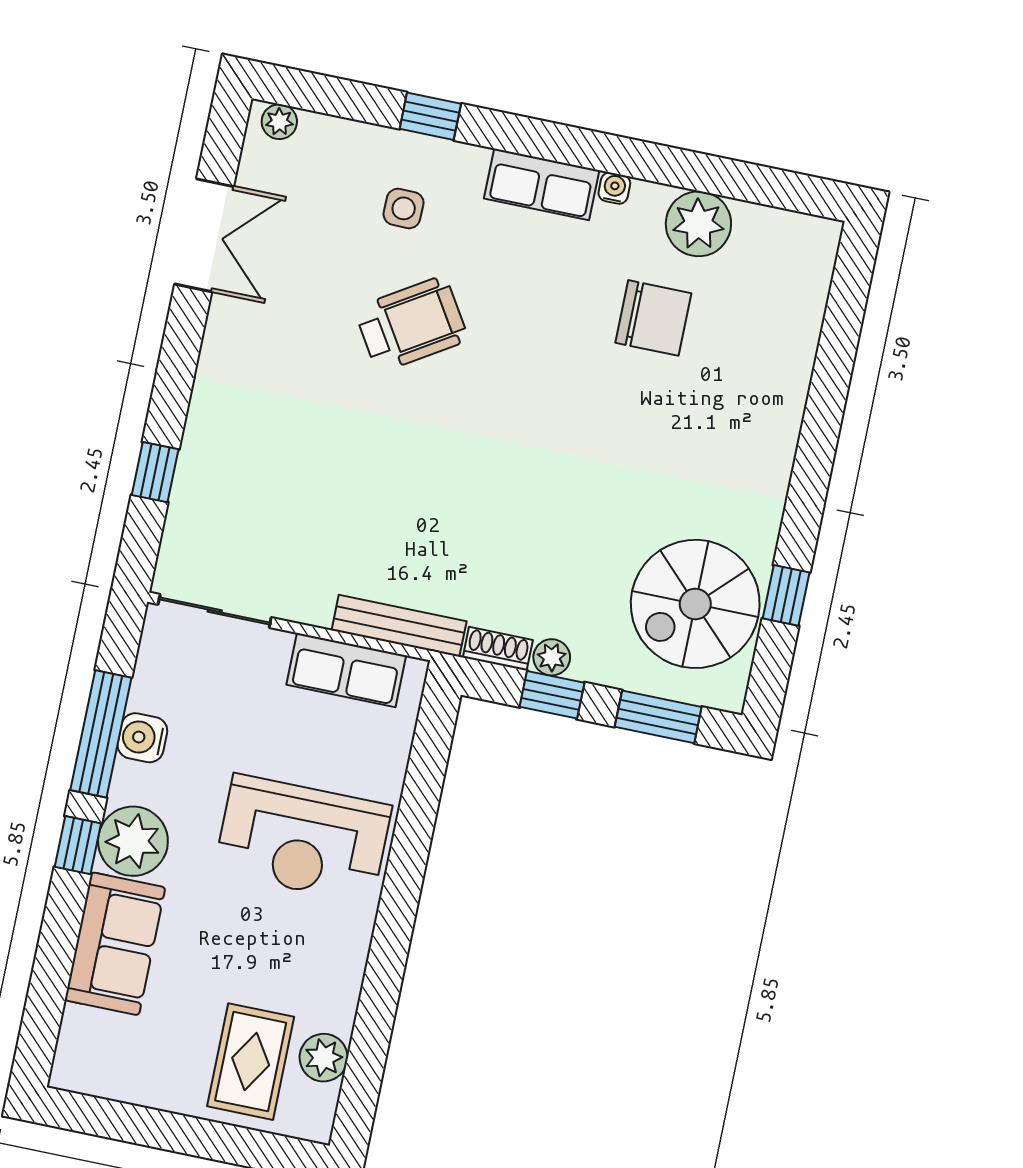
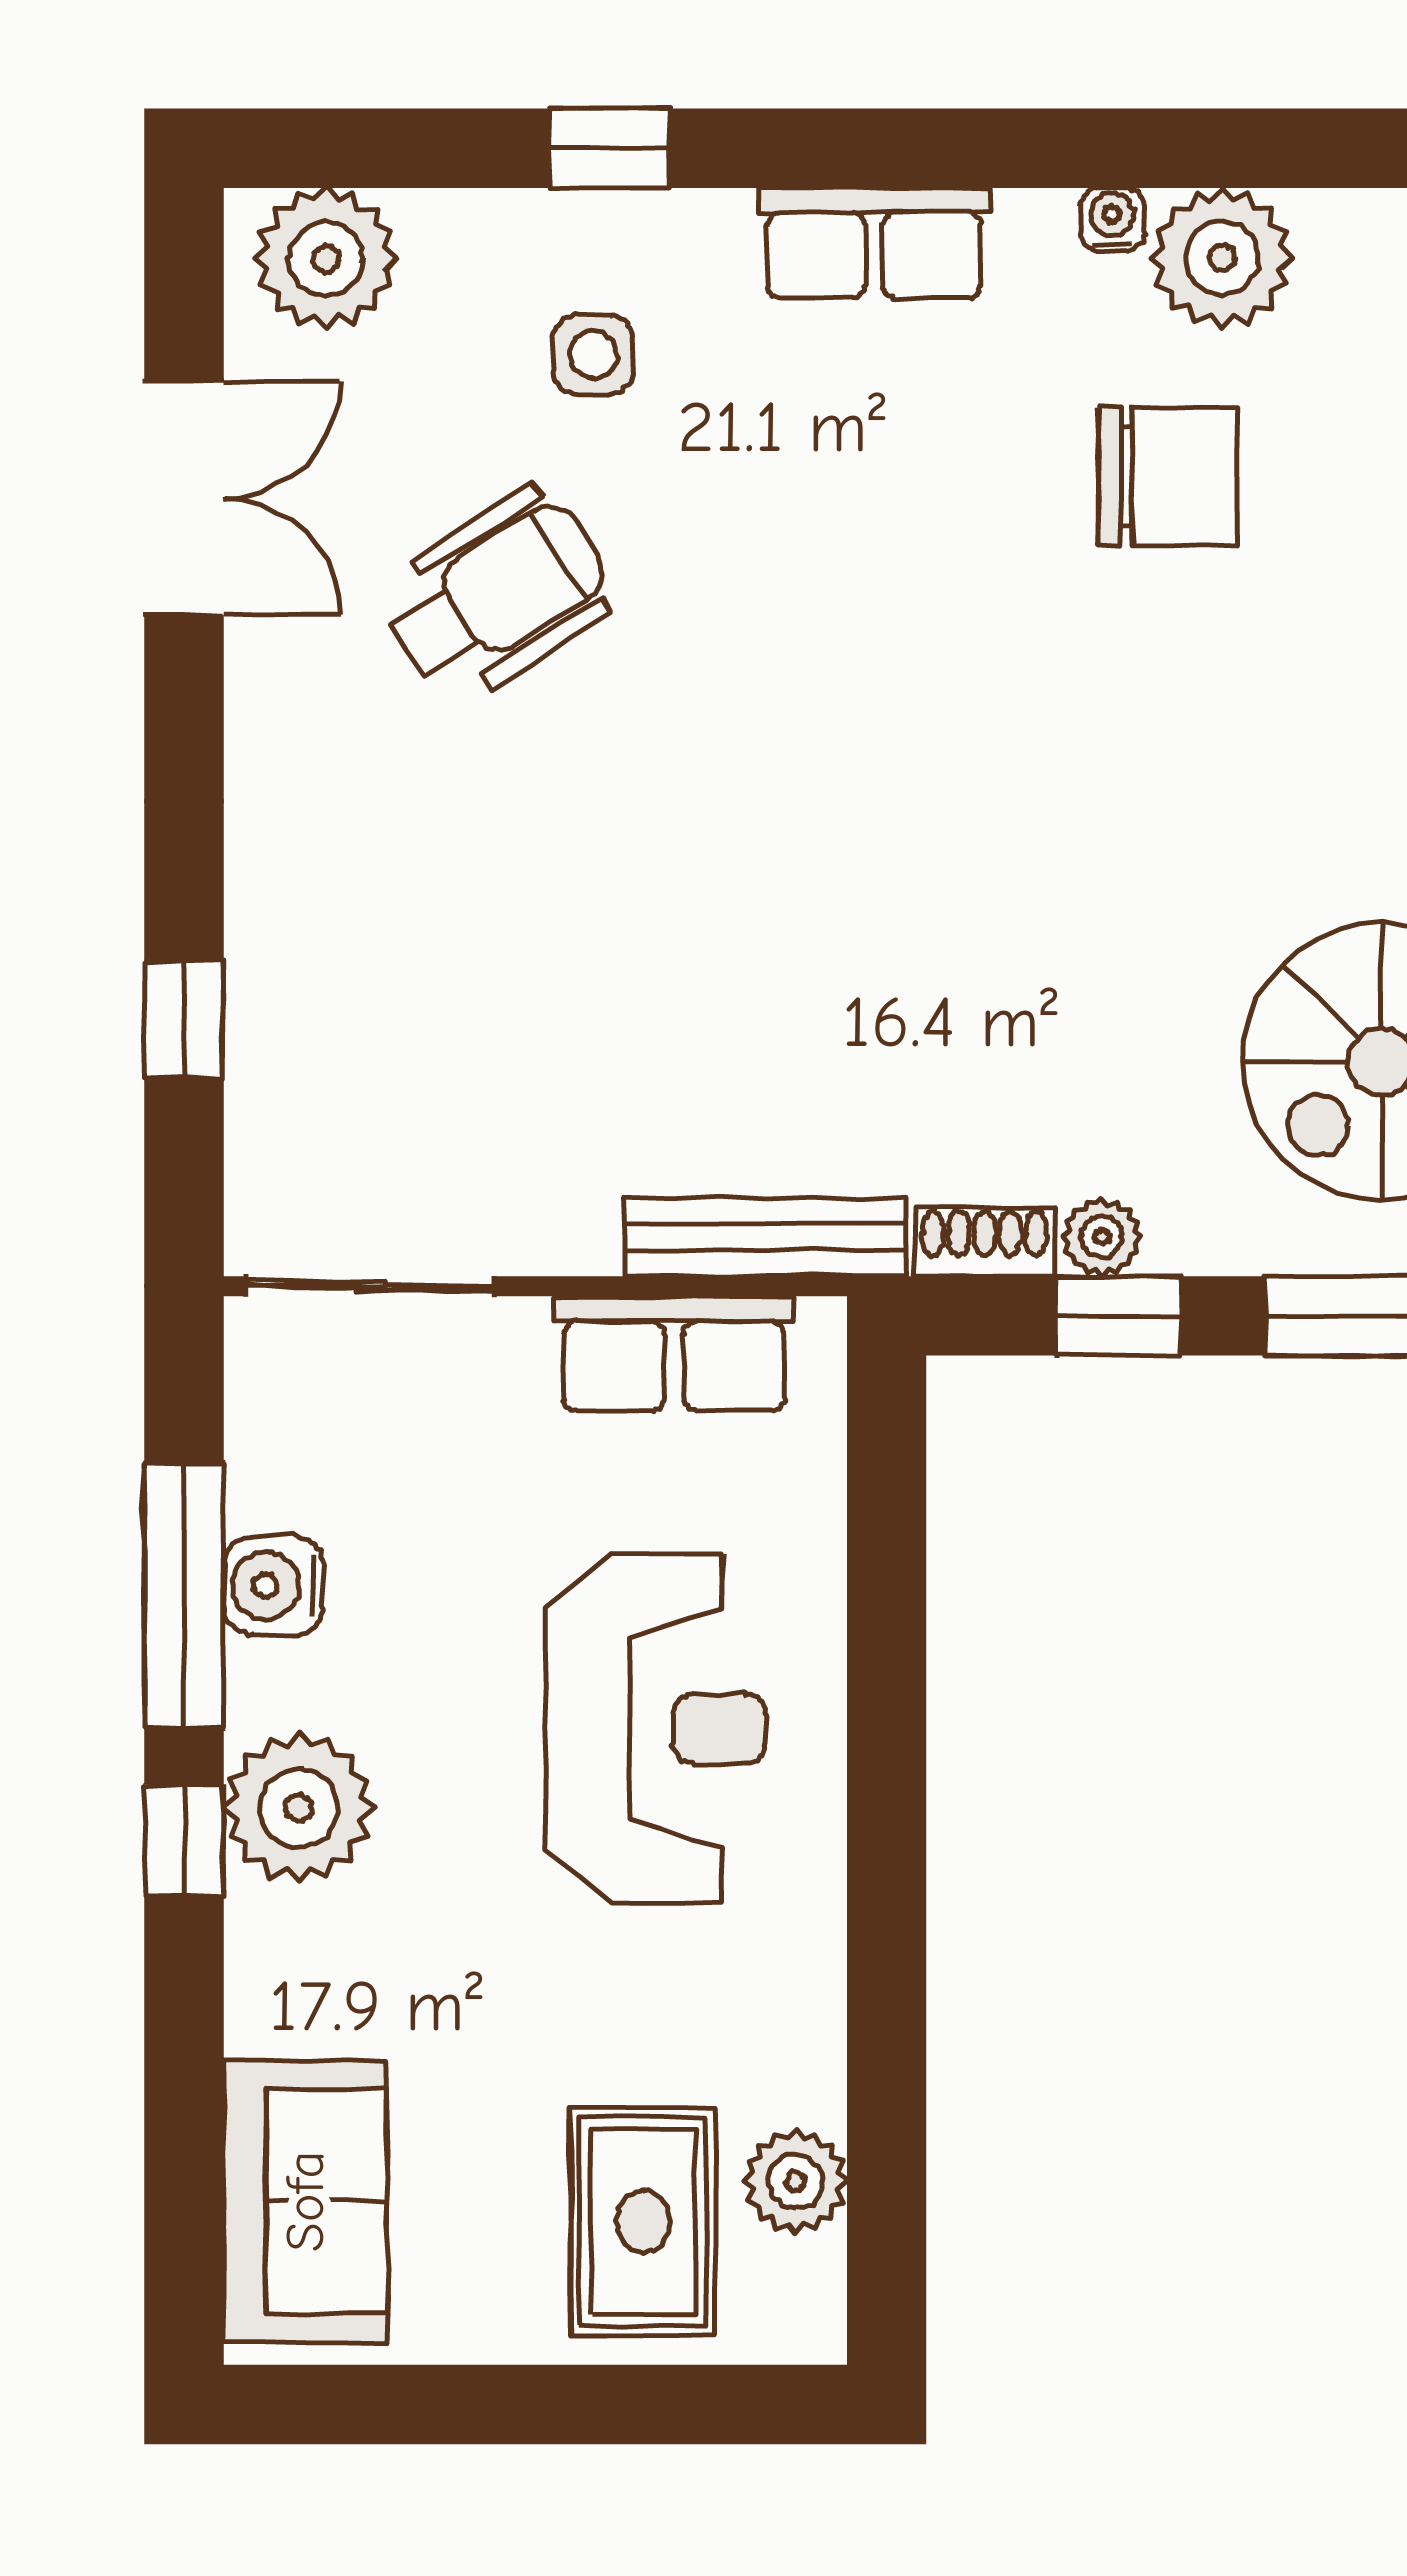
plant: (279, 122) -> (326, 258), width x1.88, depth x1.88
water cooler: (614, 188) -> (1112, 219), moved
wheelchair: (411, 324) -> (497, 595), moved
reception desk: (303, 839) -> (656, 1729), turned -90
sofa: (115, 944) -> (305, 2201), moved

